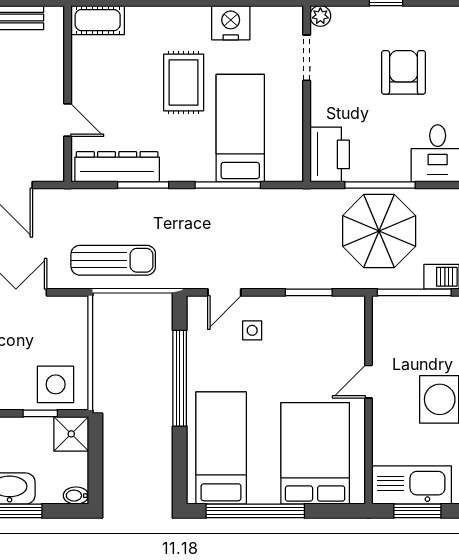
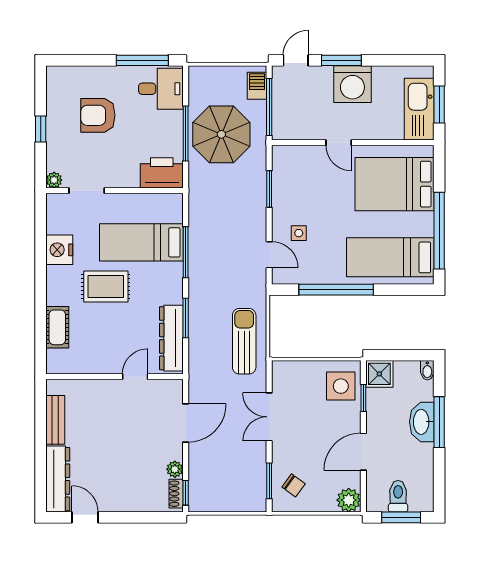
cot: (98, 20) -> (57, 327), moved

